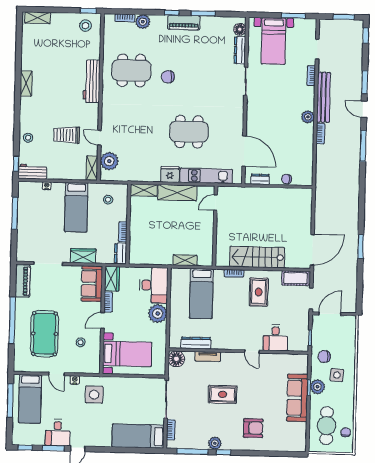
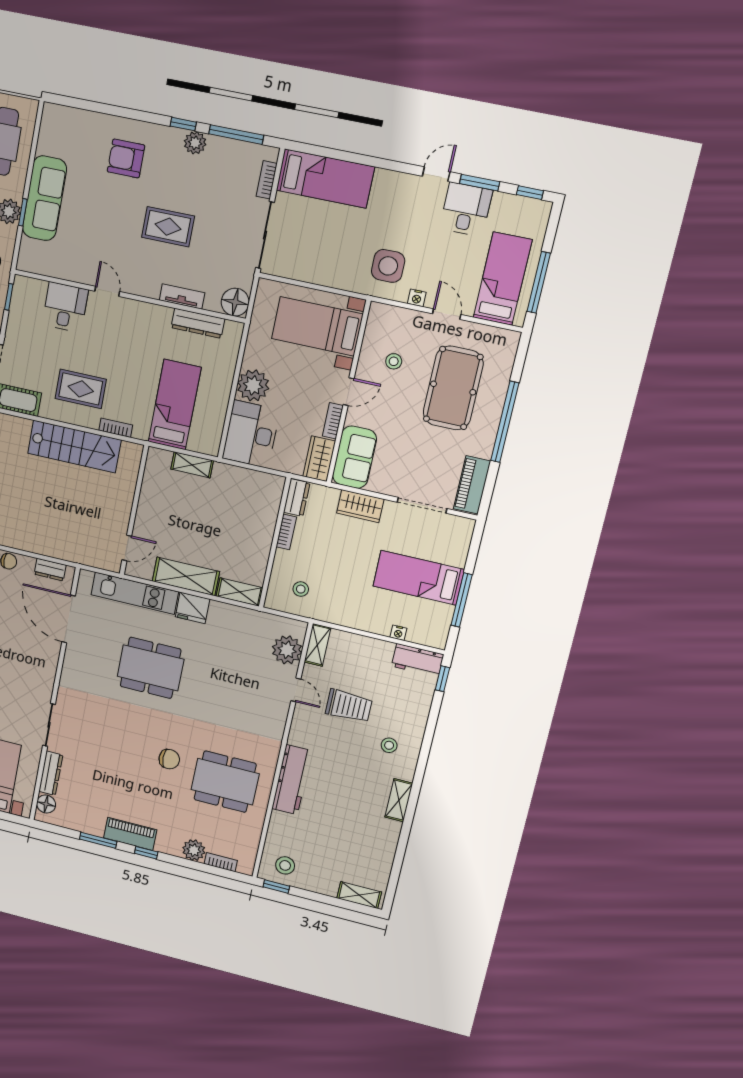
stool: (28, 138) -> (389, 745), moved
bed: (76, 207) -> (419, 578), moved, turned -90
rug: (259, 292) -> (81, 389), turned 90

